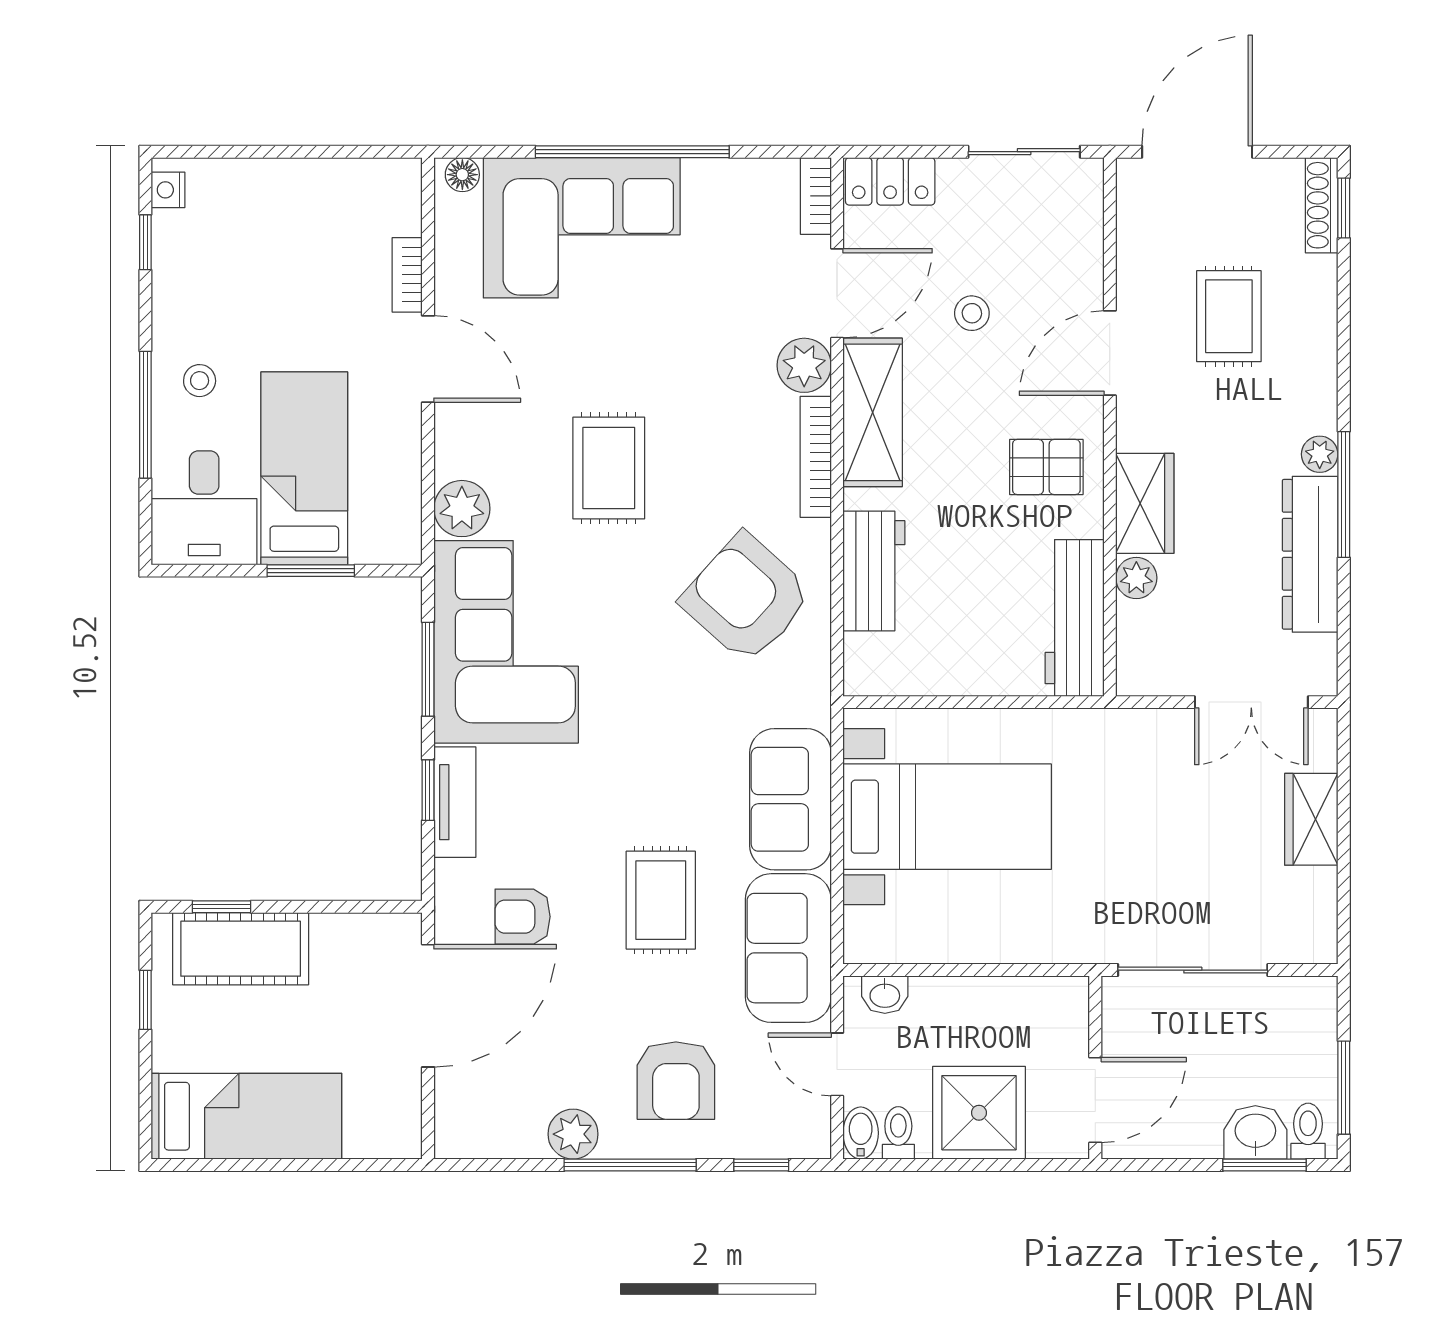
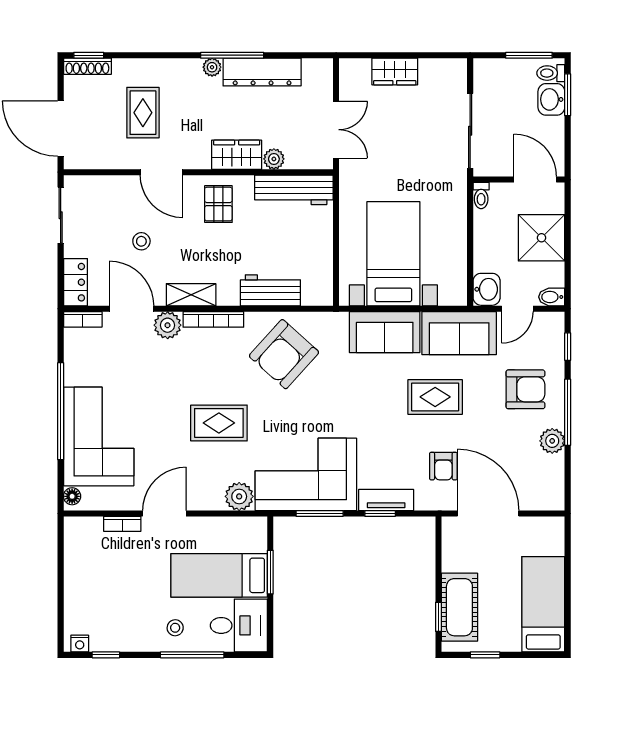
rug: (1229, 316) -> (143, 113), turned 90
shelving: (873, 412) -> (191, 295), width x0.67, depth x0.75
double door: (1251, 702) -> (336, 130), moved
washbasin: (885, 995) -> (487, 289), width x1.38, depth x1.45
toilet: (898, 1133) -> (481, 196), moved, turned -90

